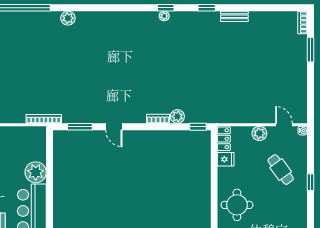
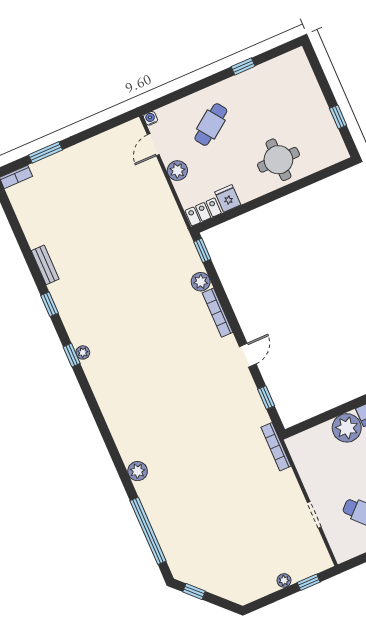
bookcase: (158, 119) -> (218, 313), width x1.56
window: (80, 127) -> (266, 397), width x0.67
window: (310, 182) -> (243, 66), moved

